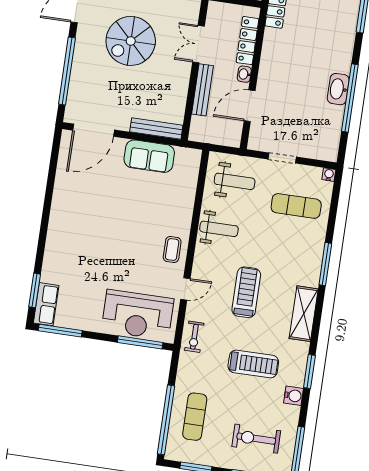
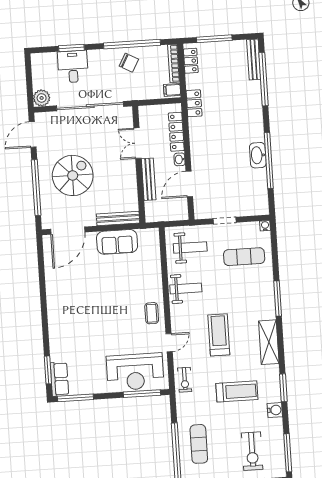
spiral stairs: (131, 41) -> (73, 175), moved, turned 180
exercise bike: (256, 439) -> (252, 451), turned -90

